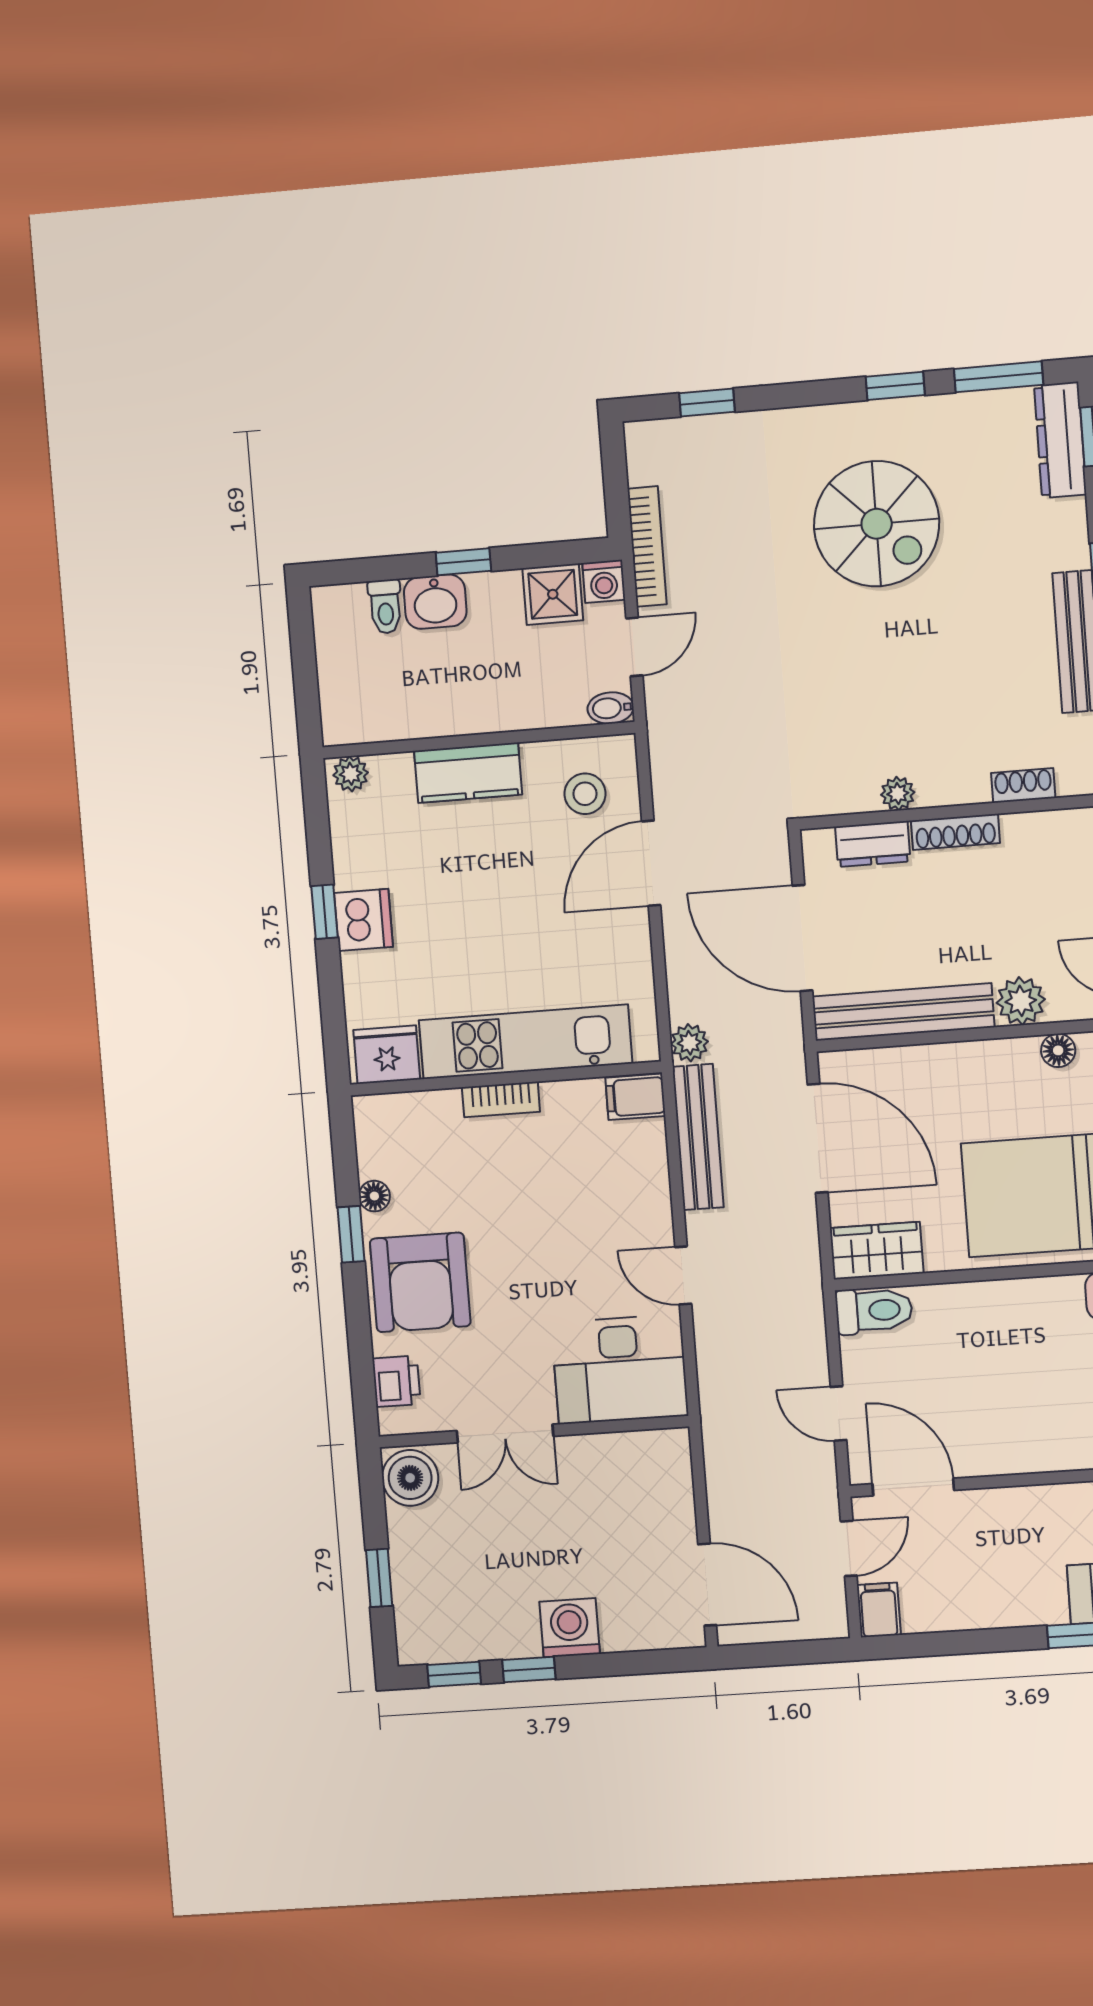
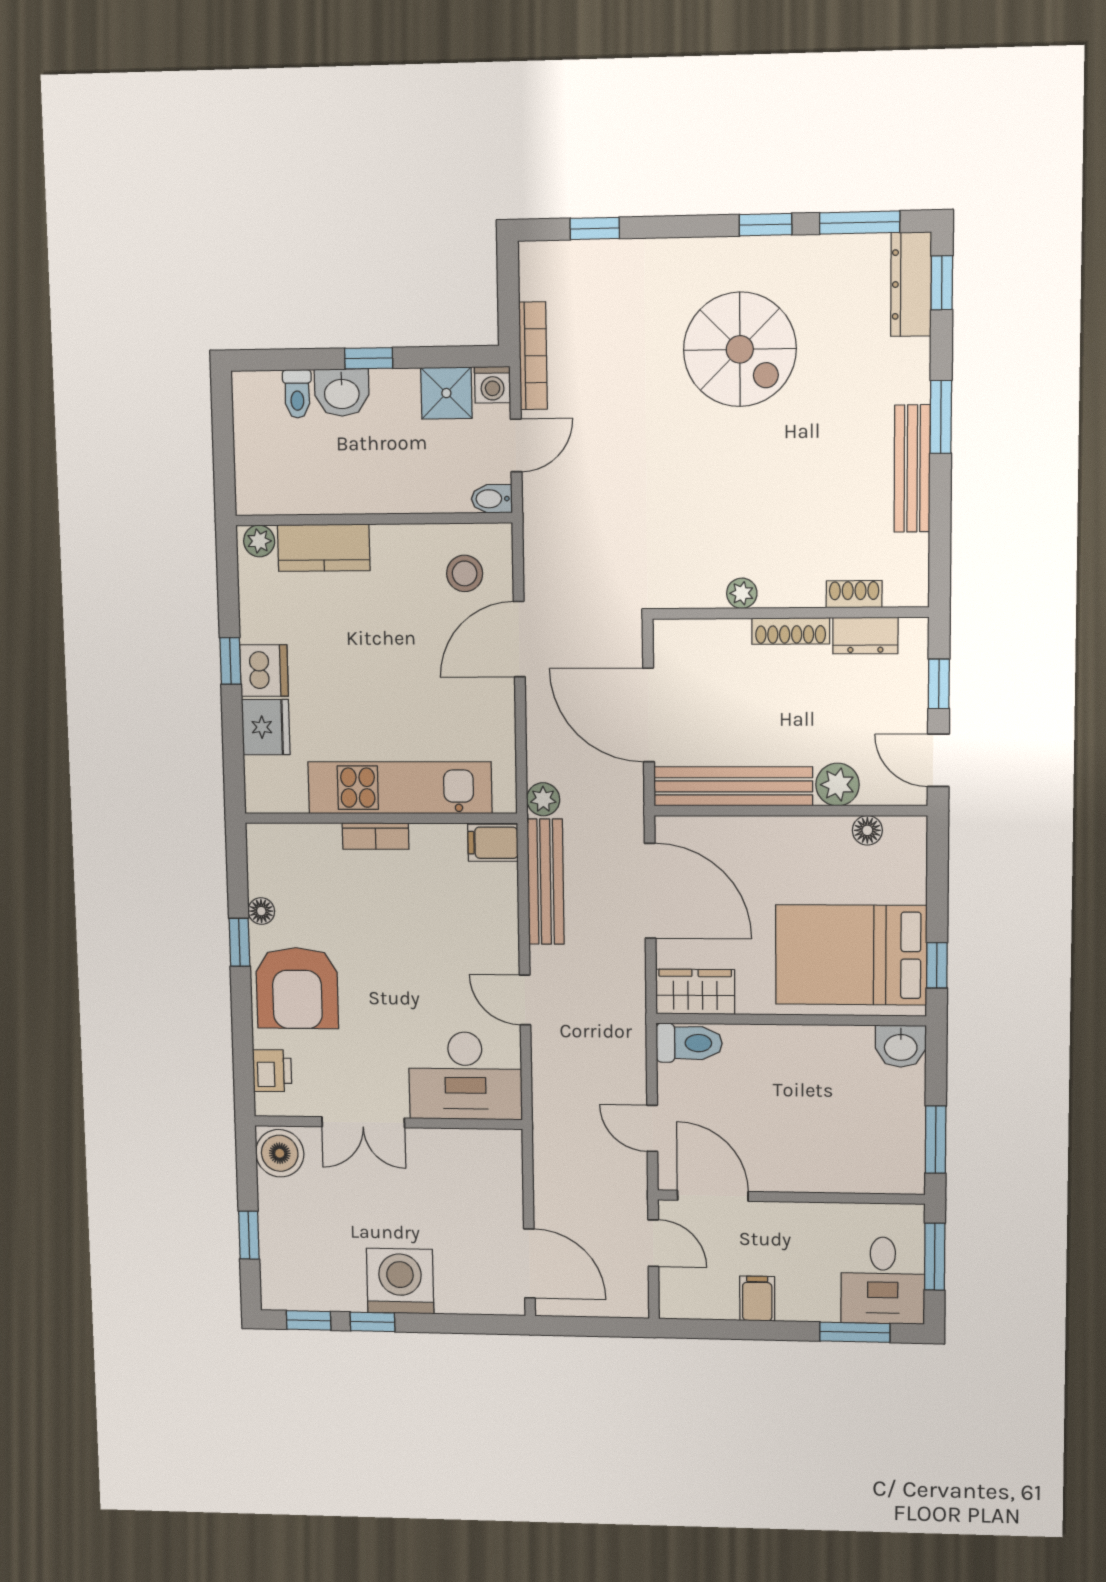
kitchen counter: (468, 773) -> (324, 548), moved
dresser: (873, 844) -> (865, 636), moved
fridge: (387, 1055) -> (266, 727), moved, turned 90
door: (849, 1548) -> (653, 1243), hinge flipped
filing cabinet: (879, 1610) -> (757, 1299), moved
washing machine: (570, 1628) -> (400, 1281), width x1.37, depth x1.37

